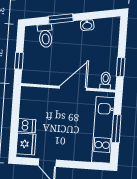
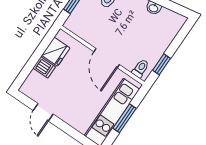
door: (73, 88) -> (107, 58), swing flipped
fridge: (26, 144) -> (56, 52), moved

